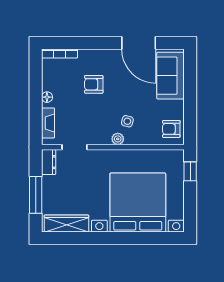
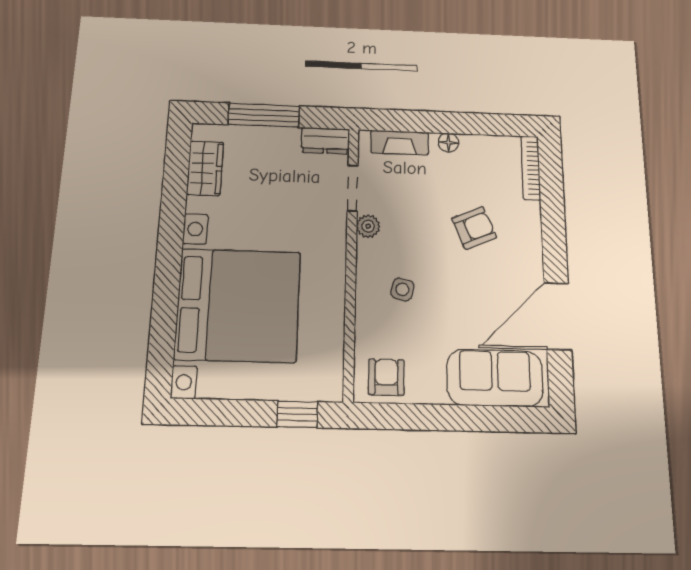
armchair: (94, 84) -> (474, 228), turned 67
plant: (118, 139) -> (368, 226), moved
wardrobe: (66, 223) -> (205, 168), width x0.67

